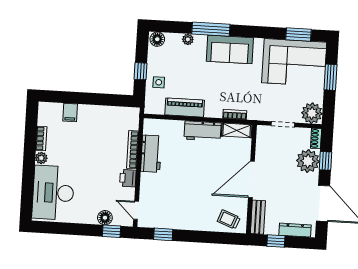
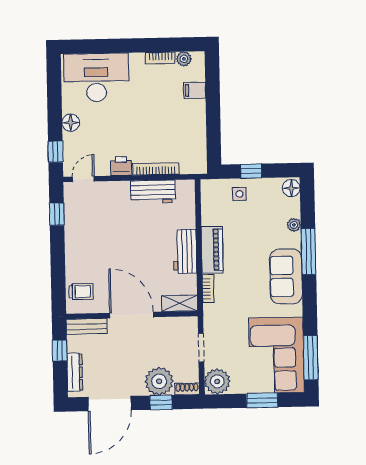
window: (299, 34) -> (311, 358), width x1.44
piano: (185, 108) -> (212, 250), moved
shelving: (237, 130) -> (180, 303), moved, turned 90
plant: (41, 158) -> (184, 59), moved
floor lamp: (105, 218) -> (71, 123), moved
trolley: (229, 219) -> (81, 292), turned 69

